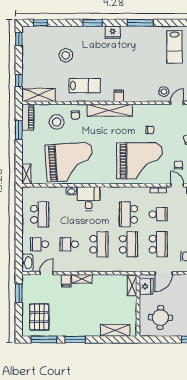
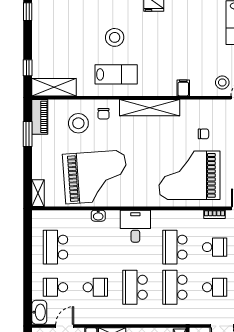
stool: (66, 55) -> (115, 37), moved
filing cabinet: (119, 96) -> (183, 88), moved
grand piano: (139, 161) -> (189, 175), turned 180
desk: (89, 199) -> (135, 226), moved
school desk: (40, 214) -> (55, 247), turned 180
school desk: (69, 244) -> (95, 287), turned 180
school desk: (99, 244) -> (135, 287), turned 180
school desk: (129, 244) -> (175, 287), turned 180
school desk: (158, 244) -> (215, 287), width x0.54

